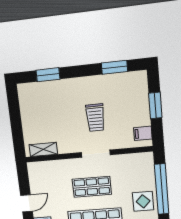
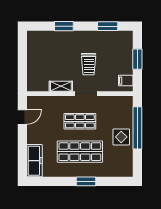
window: (48, 75) -> (64, 26), moved
shelving: (43, 149) -> (61, 86), moved
door: (26, 203) -> (22, 117), moved

